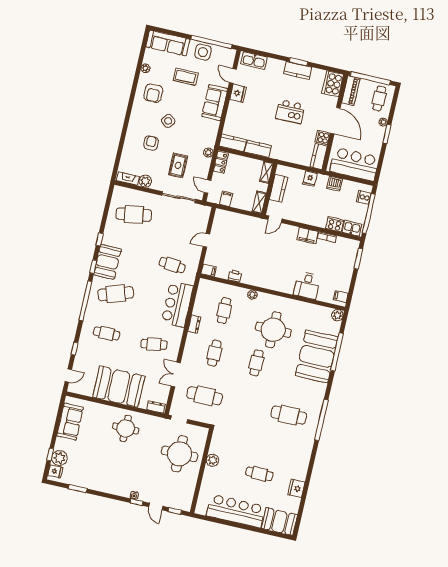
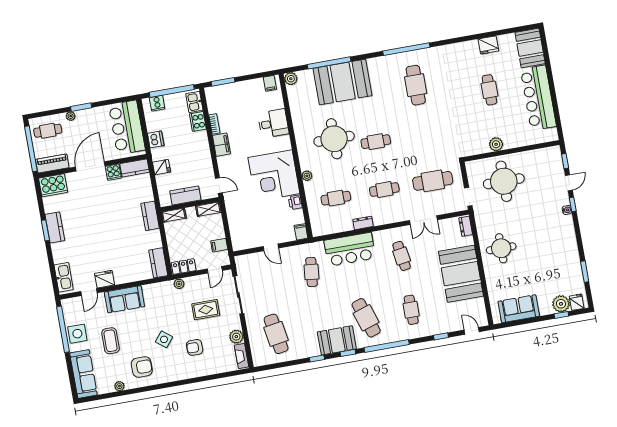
kitchen island: (290, 112) -> (101, 217), removed
kitchen counter: (258, 149) -> (150, 216), moved
corner desk: (264, 268) -> (274, 176), added
cafe table: (205, 396) -> (433, 181), turned 90

